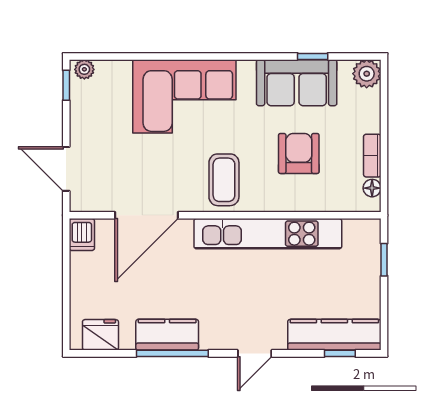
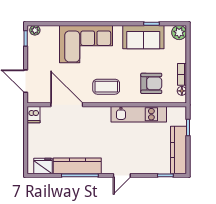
armchair: (299, 154) -> (151, 83), moved, turned 90
coffee table: (224, 180) -> (106, 87), turned 90
door: (147, 215) -> (67, 105), swing flipped
kitchen unit: (268, 234) -> (139, 114), width x0.73
kitchen counter: (167, 335) -> (77, 166), width x1.50
kitchen counter: (334, 335) -> (178, 150), moved, turned -90

